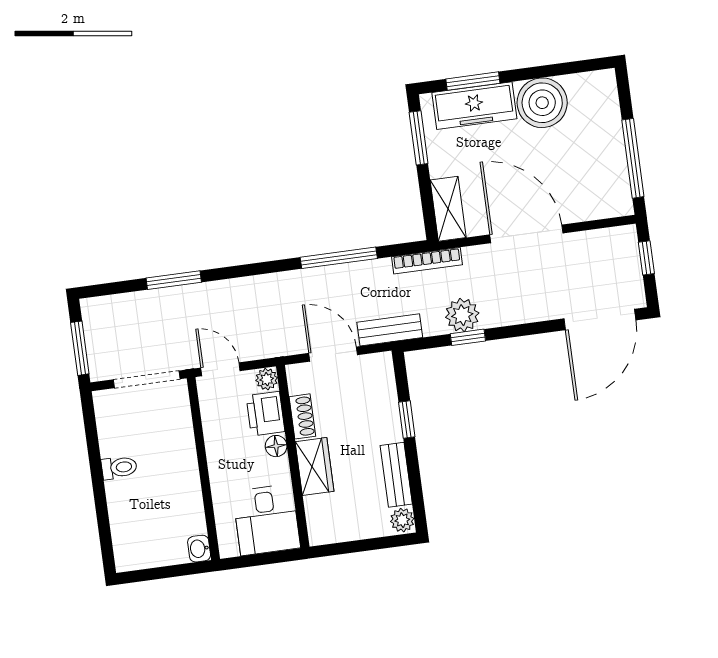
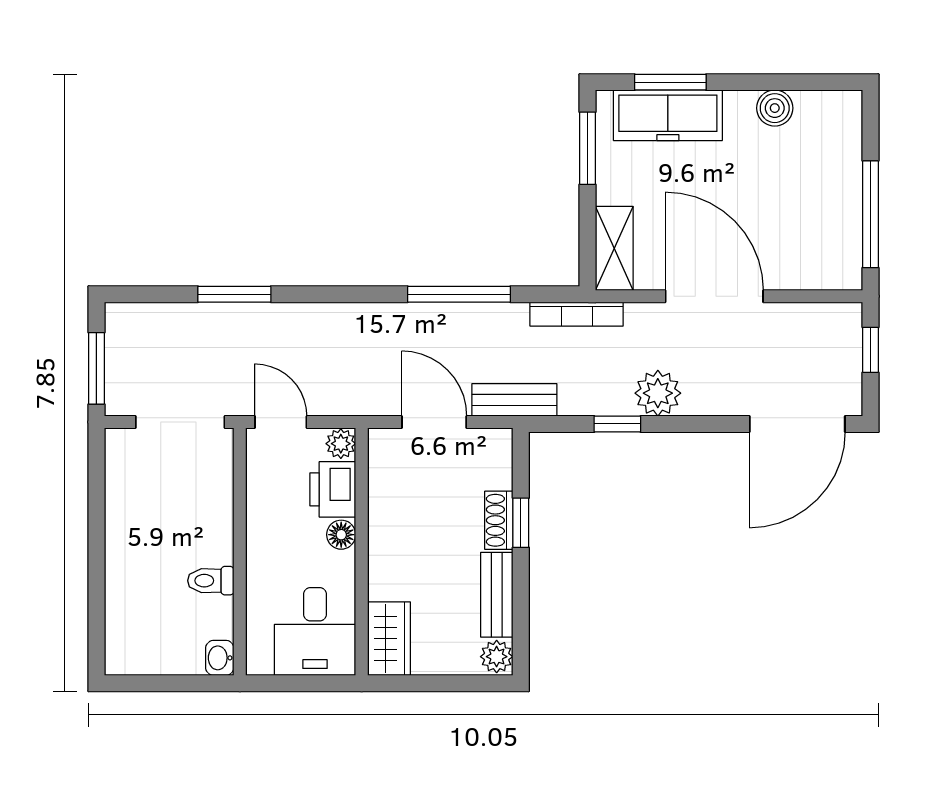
boiler: (542, 103) -> (775, 108), width x0.54, depth x0.54
plant: (462, 315) -> (658, 393), moved
shoe rack: (302, 416) -> (499, 520), moved, turned 180
wardrobe: (314, 466) -> (389, 639), moved
toilet: (119, 468) -> (211, 581), moved, turned 180

